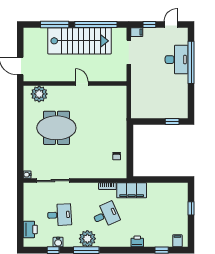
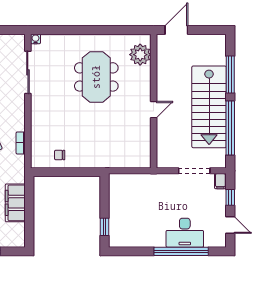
filing cabinet: (132, 190) -> (15, 203), moved

